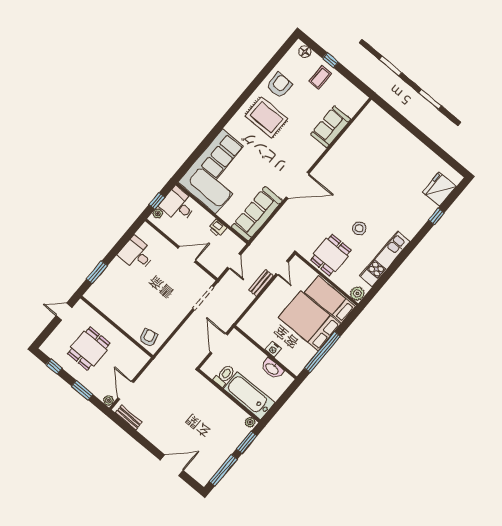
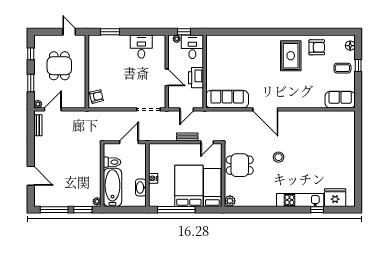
sofa: (331, 127) -> (340, 100), moved
corner sofa: (219, 171) -> (234, 55), removed
printer: (218, 228) -> (196, 78), width x1.87, depth x1.48
stool: (359, 228) -> (279, 157), moved
kitchen unit: (385, 259) -> (300, 200), moved
dining table: (89, 349) -> (59, 66), turned 90

